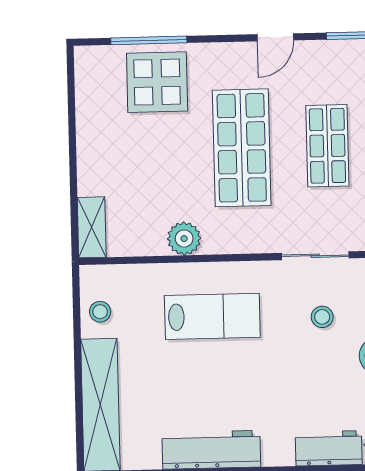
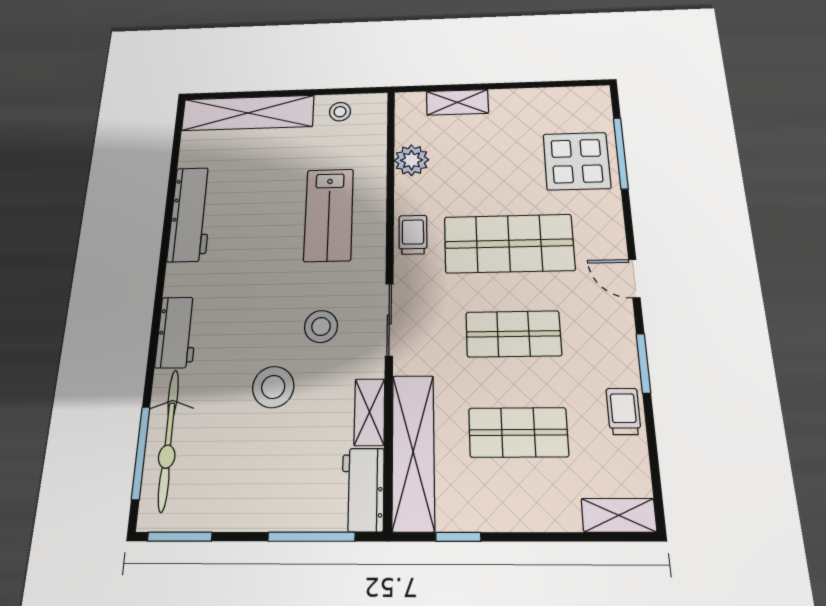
shelving: (92, 227) -> (457, 102), moved
trolley: (233, 236) -> (413, 235), added
plant: (184, 239) -> (411, 160), moved
stool: (322, 317) -> (321, 326), width x1.37, depth x1.37

